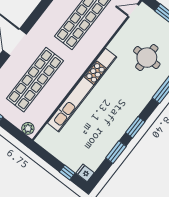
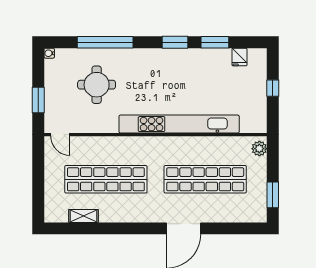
window: (67, 172) -> (273, 88), moved
fridge: (85, 173) -> (240, 57), moved

